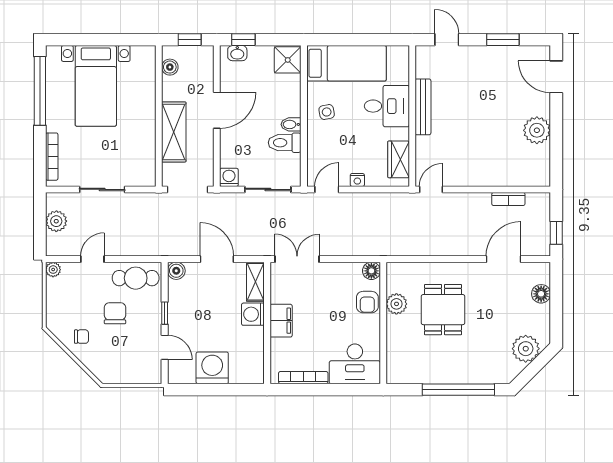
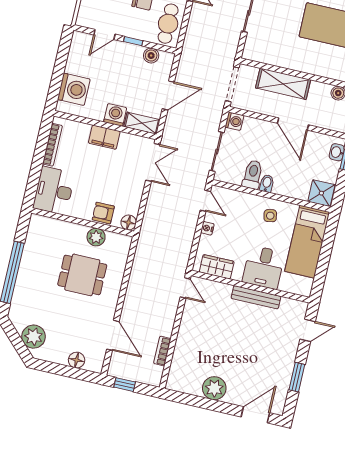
boiler: (176, 271) -> (151, 56), moved
washing machine: (212, 368) -> (74, 89), moved

